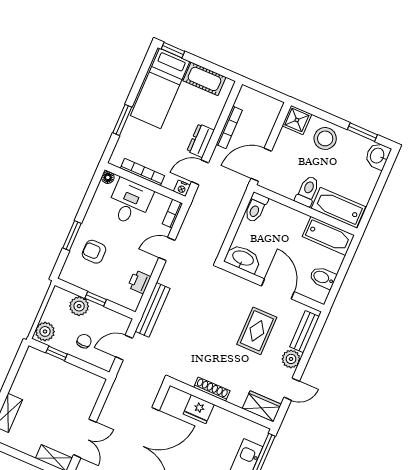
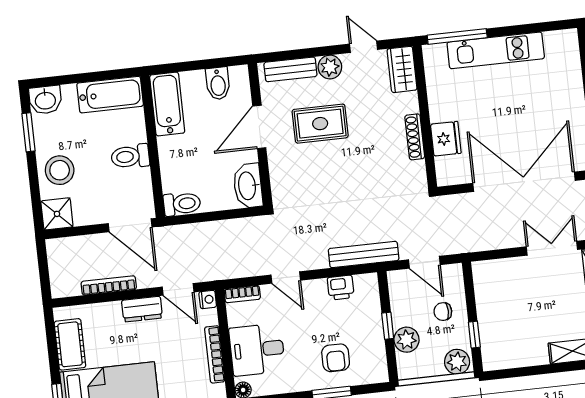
bathtub: (338, 208) -> (110, 95), moved, turned -90

